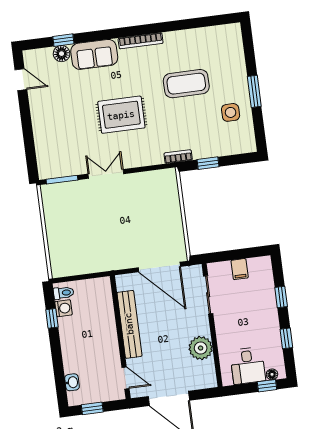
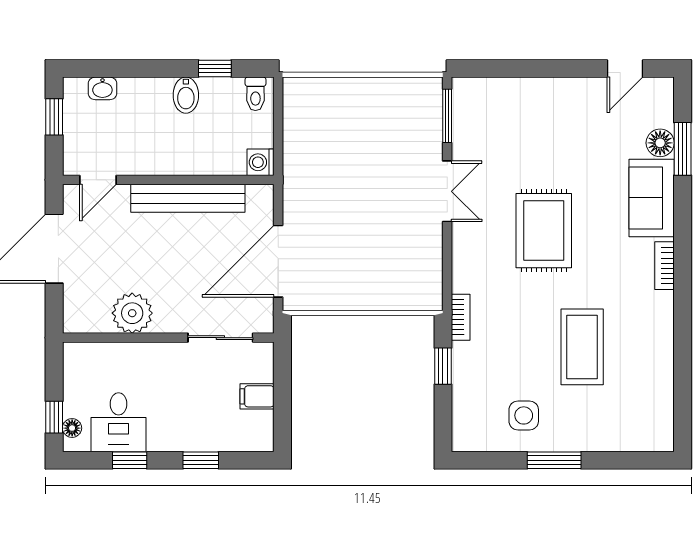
window: (63, 40) -> (683, 149), width x1.50
bookcase: (141, 41) -> (665, 266), width x0.64
washing machine: (64, 308) -> (261, 162), moved, turned 90
bidet: (70, 333) -> (186, 95), added
desk: (248, 366) -> (119, 422), moved, turned -90

